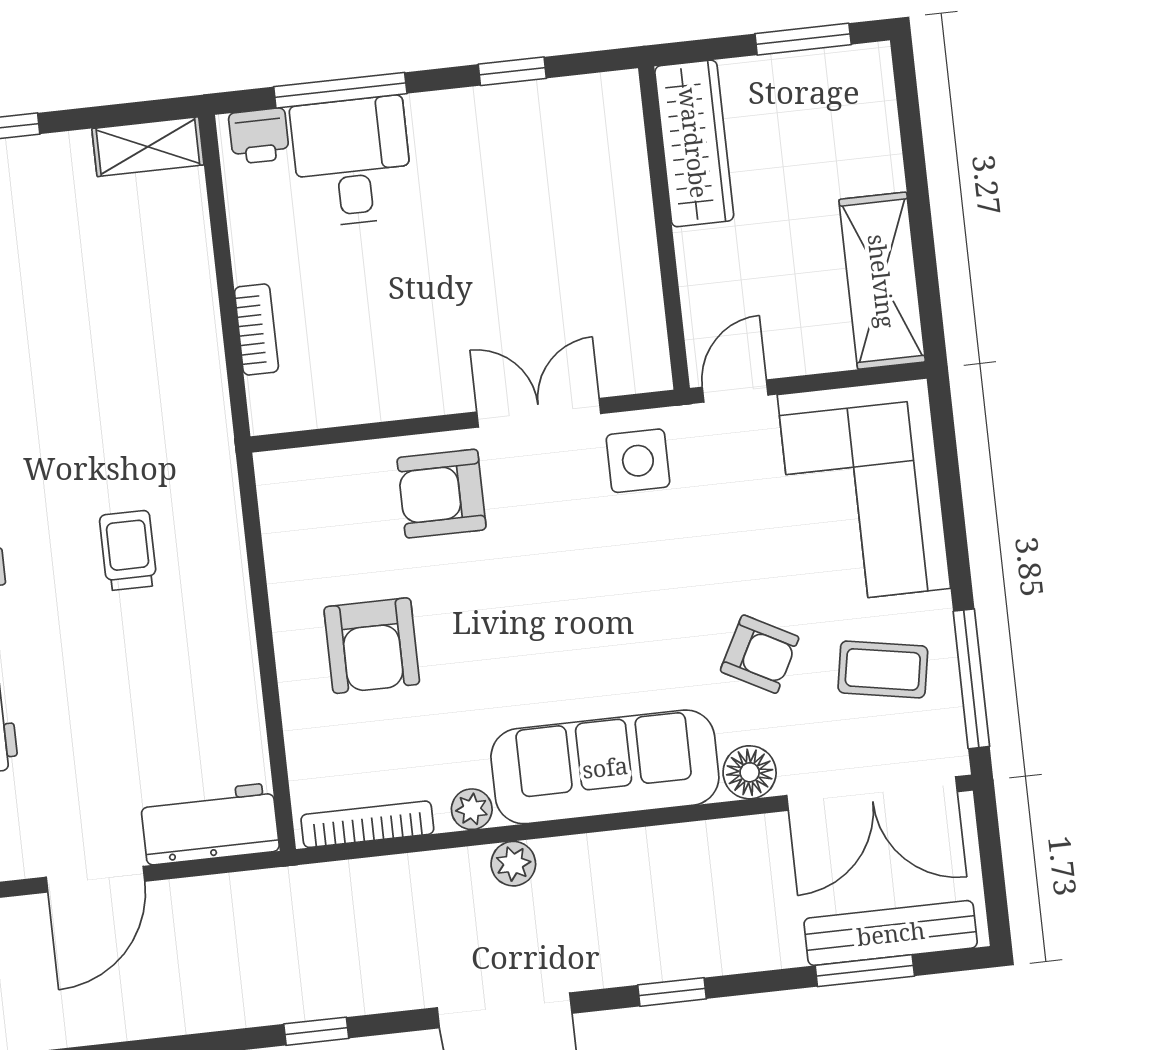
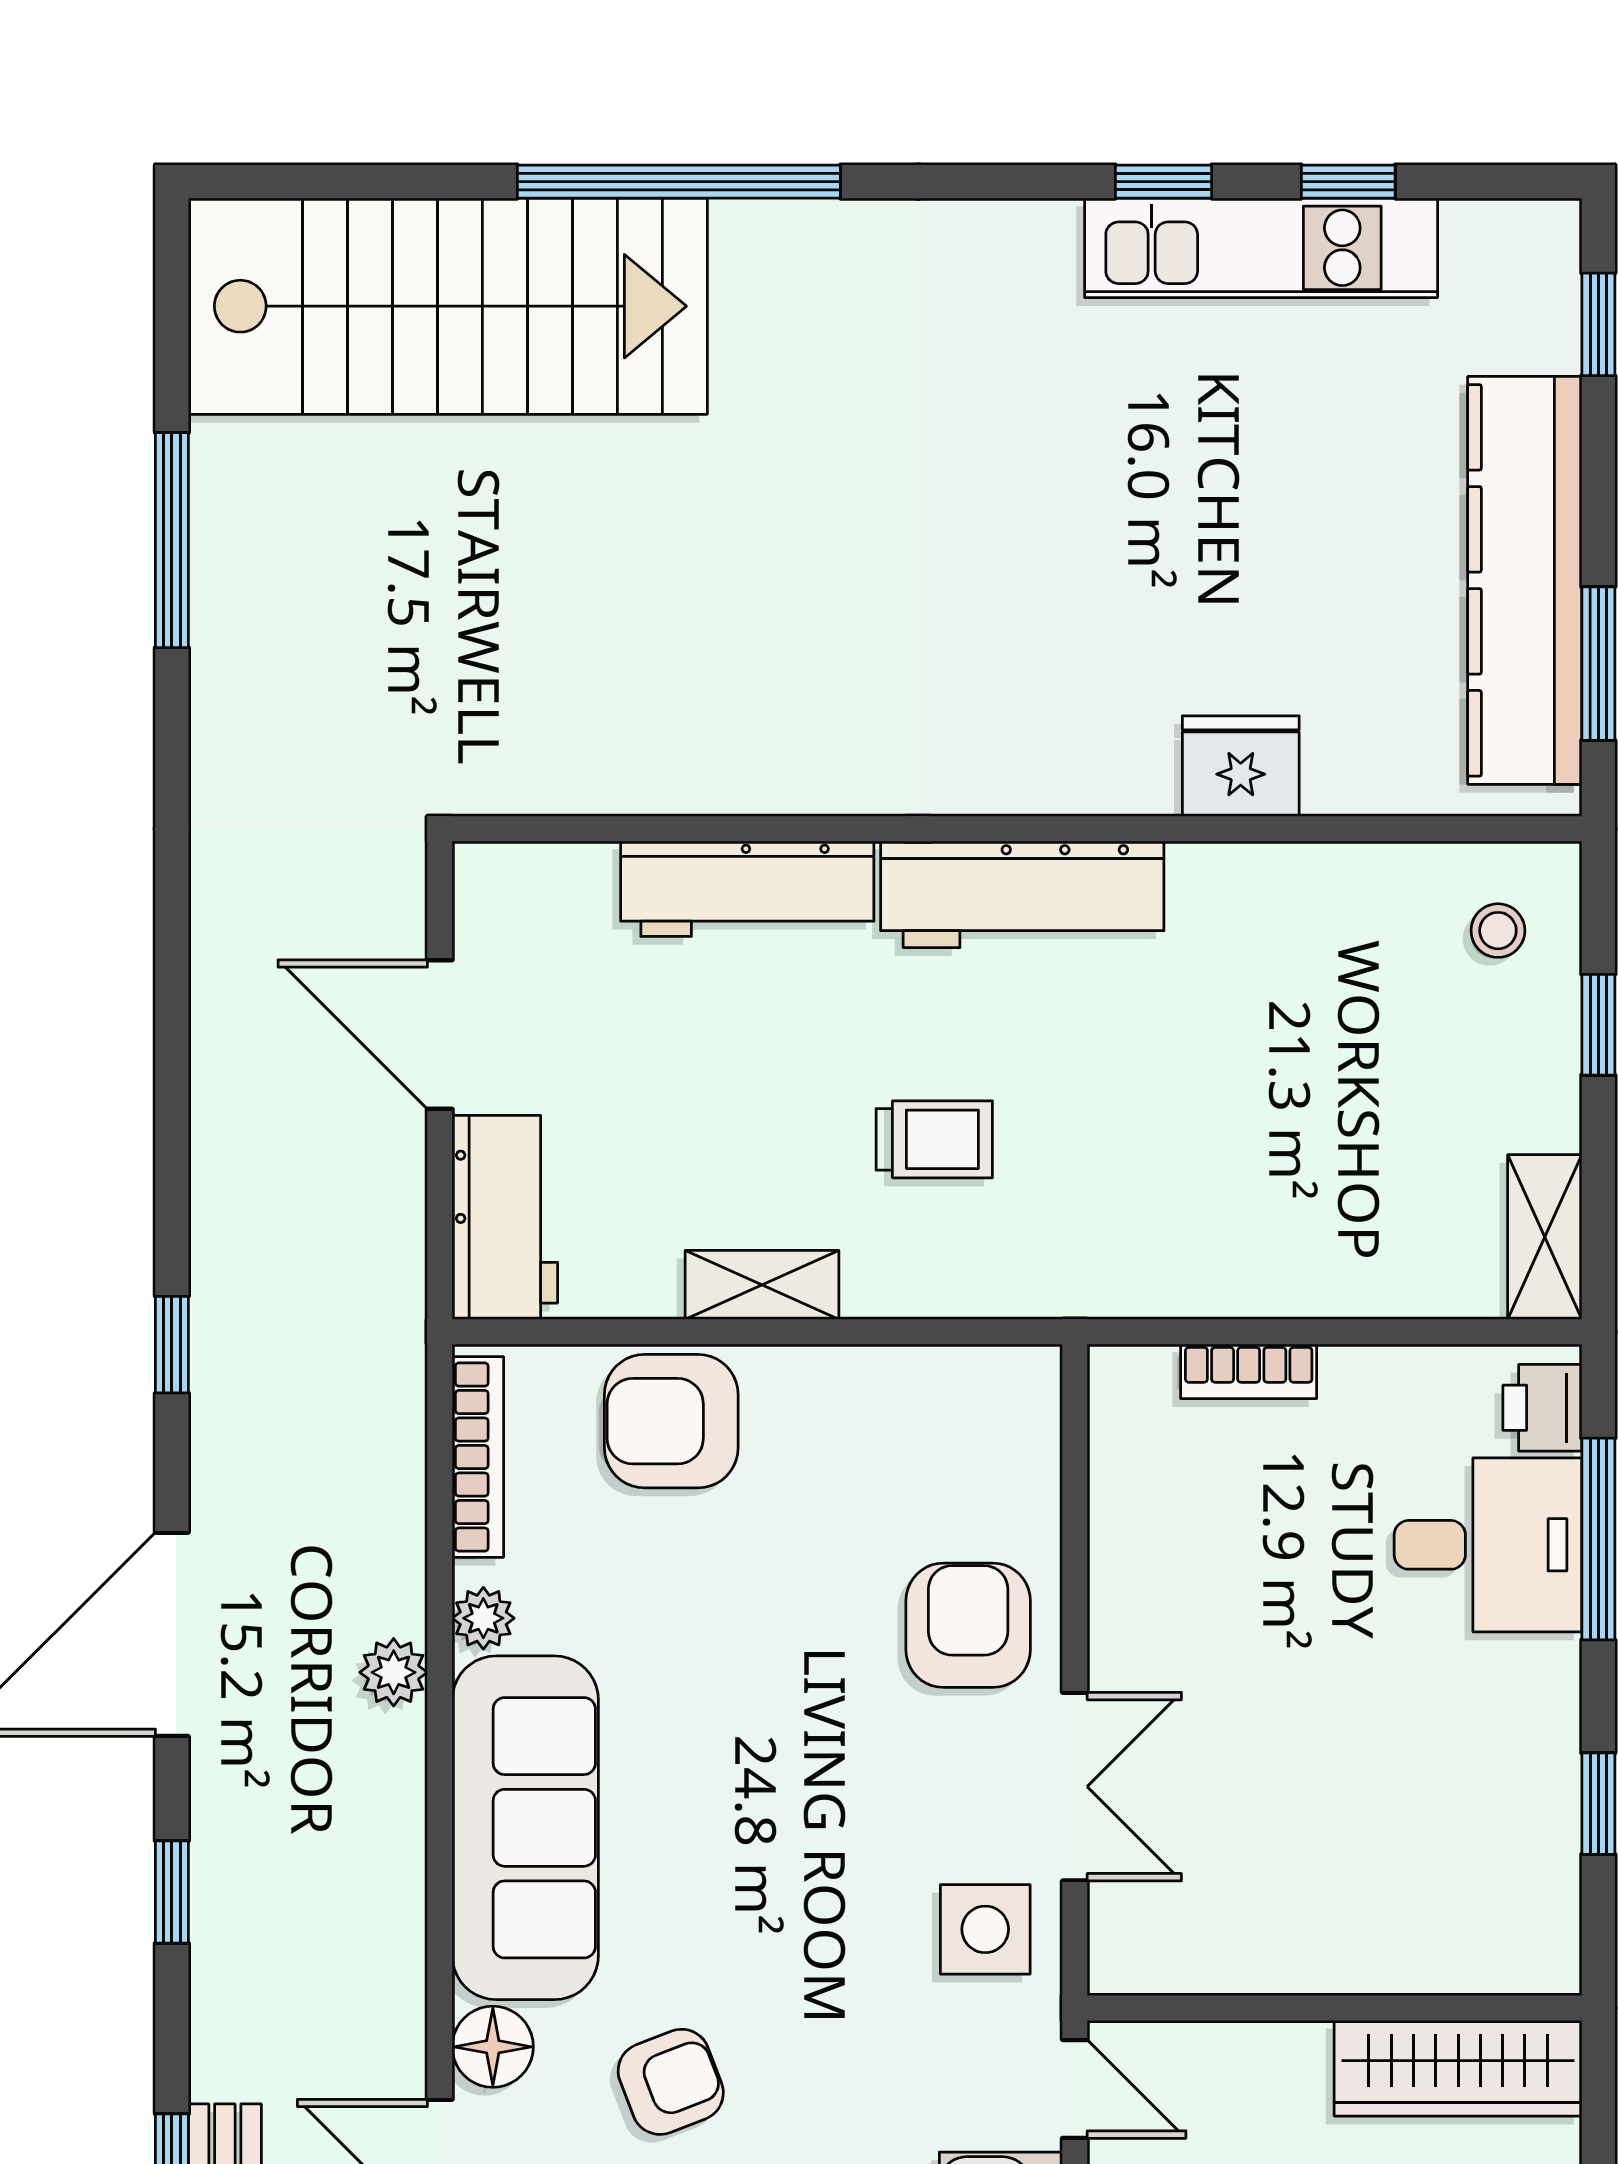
armchair: (372, 646) -> (671, 1421), moved
shelving: (235, 652) -> (762, 1285), added
armchair: (760, 654) -> (671, 2082), turned -139

